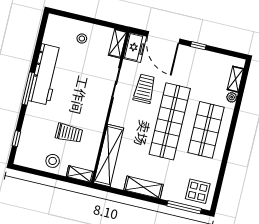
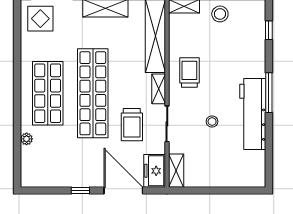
stool: (82, 39) -> (212, 122), moved
shelving: (235, 79) -> (159, 89), moved
trolley: (69, 133) -> (189, 72), moved, turned 90

